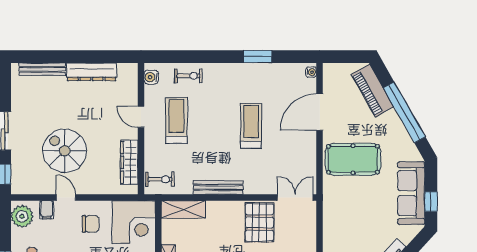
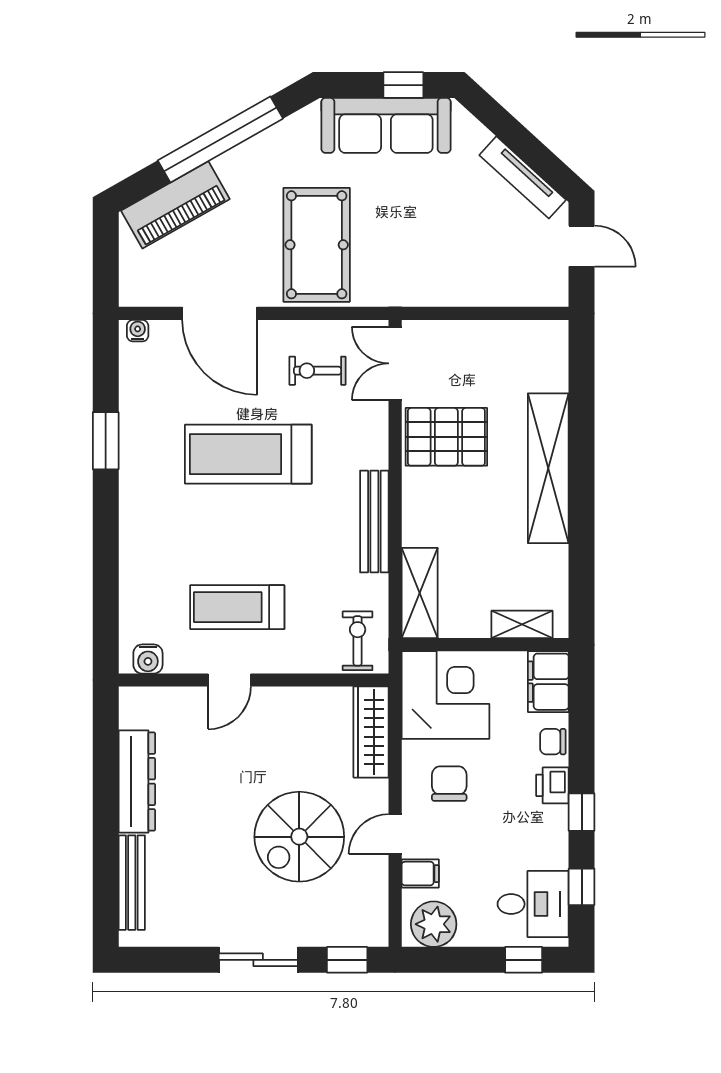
exercise bike: (188, 76) -> (317, 371), moved, turned -90
treadmill: (251, 126) -> (248, 454), width x1.37, depth x1.38
wardrobe: (129, 162) -> (371, 732), moved, turned 90

